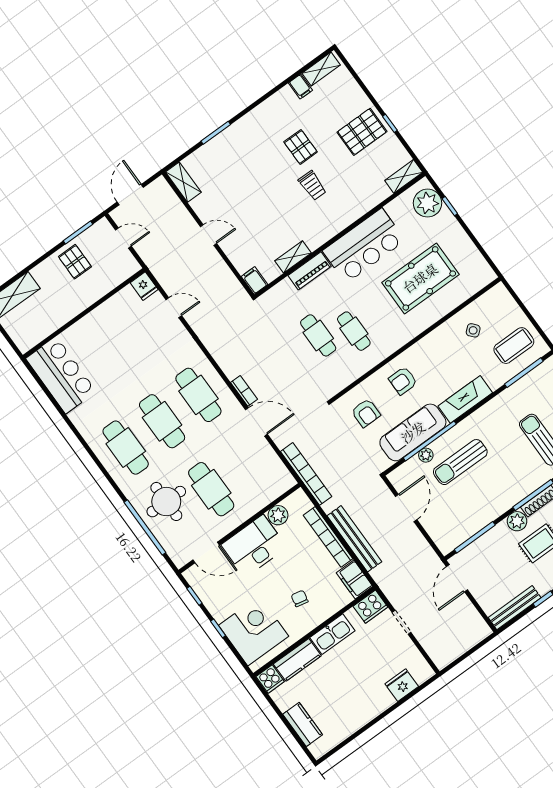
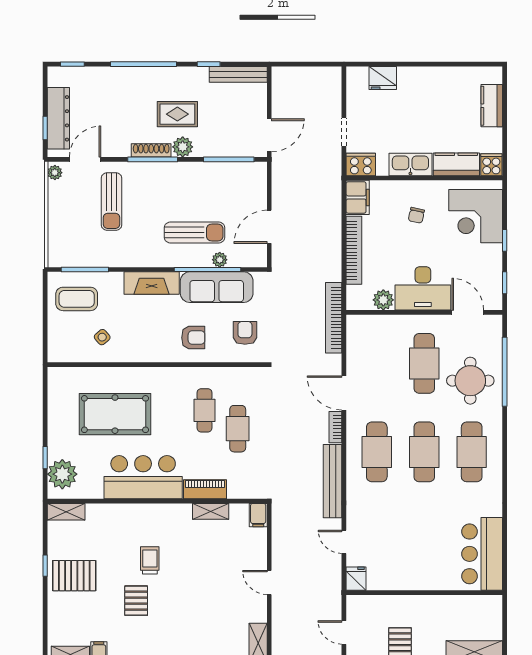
bench: (354, 539) -> (333, 481), moved

